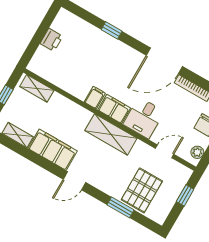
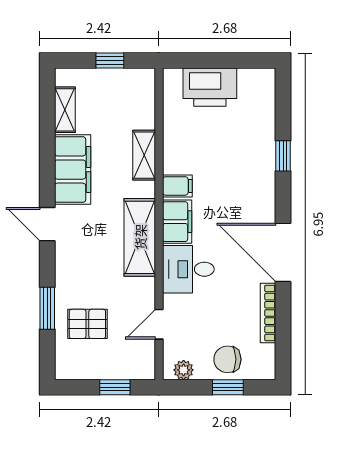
printer: (51, 40) -> (210, 87), width x1.87, depth x1.48
shelving: (37, 88) -> (144, 155), moved
door: (165, 151) -> (159, 324), swing flipped
pallet: (142, 190) -> (87, 324), width x0.67, depth x0.71

